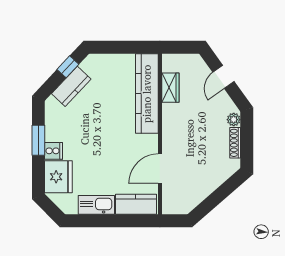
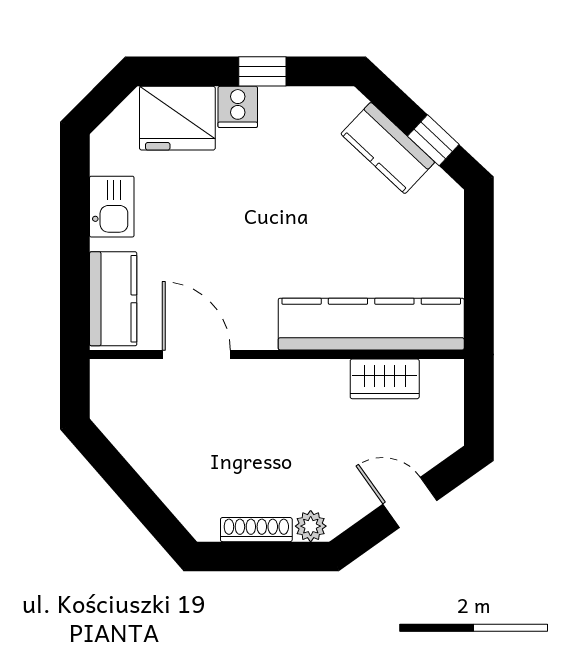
window: (38, 140) -> (262, 71), width x0.67
kitchen sink: (96, 205) -> (112, 207), width x0.73

